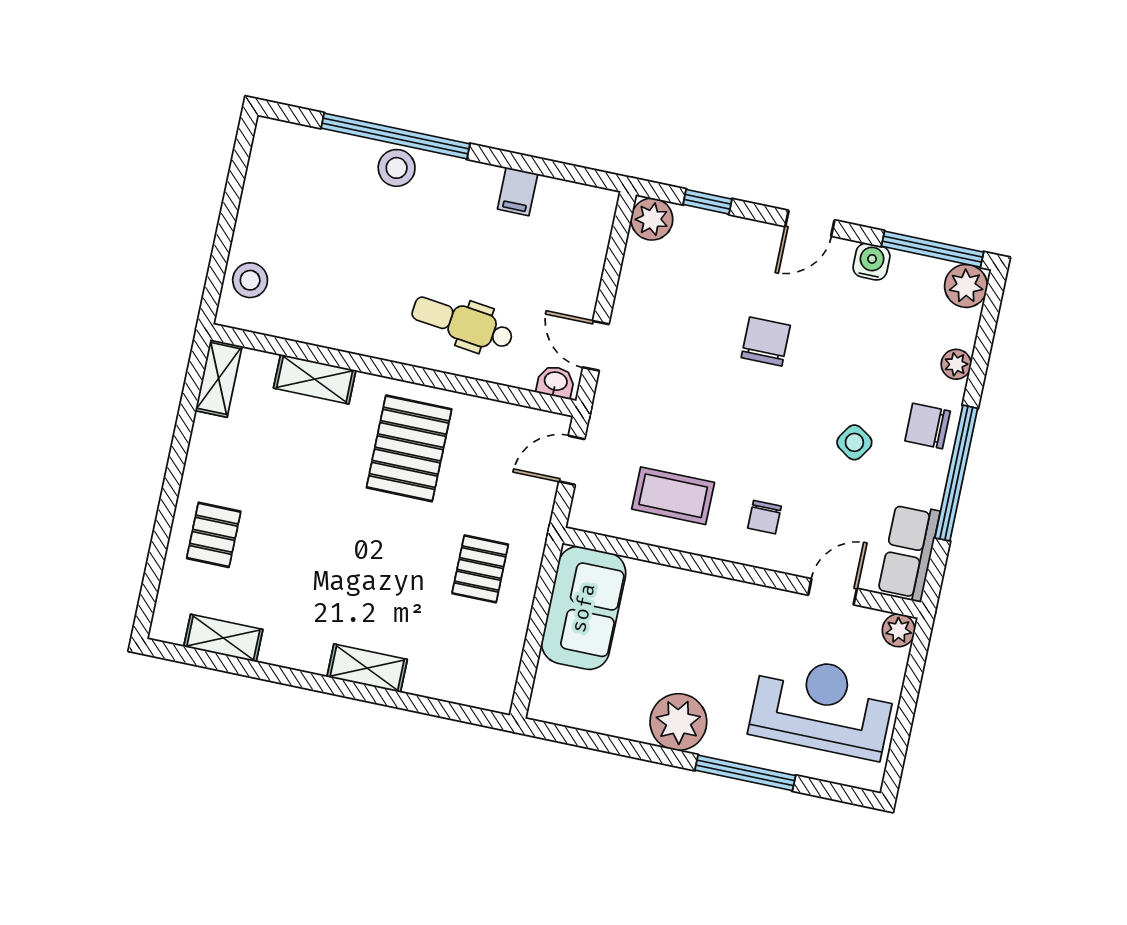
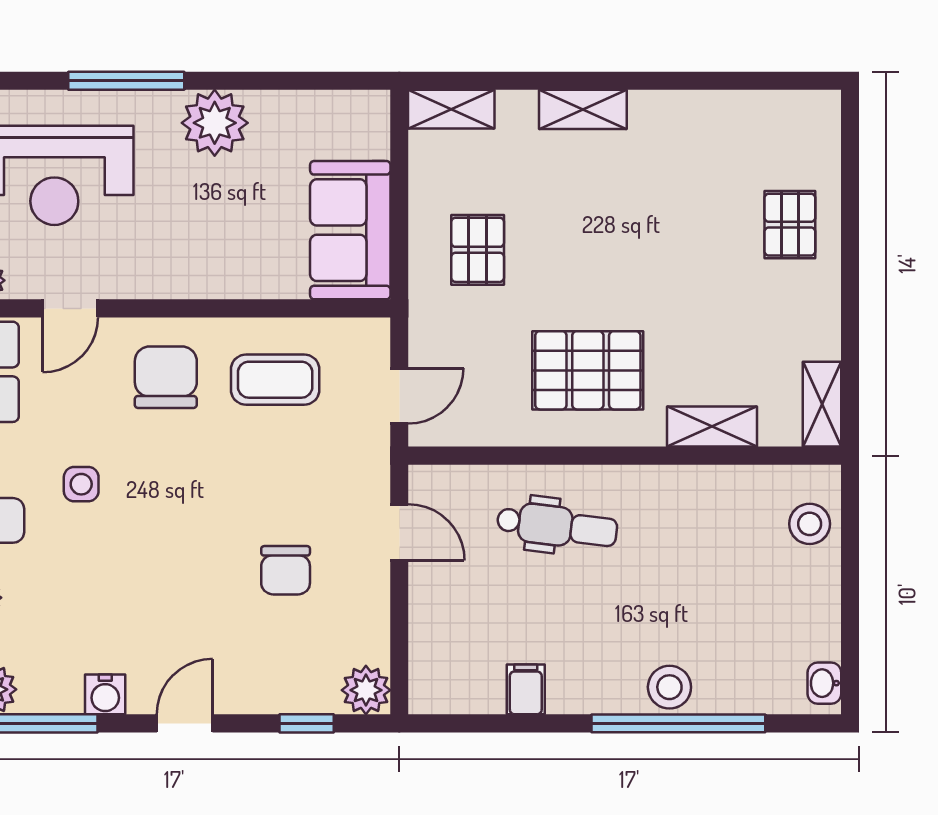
chair: (766, 342) -> (286, 570), moved
washbasin: (556, 382) -> (824, 683), moved, turned 90
side table: (854, 442) -> (81, 484), turned -33
pallet: (409, 448) -> (588, 370), turned 90
chair: (765, 517) -> (166, 377), width x1.87, depth x1.87
shelving: (223, 638) -> (451, 109), moved

